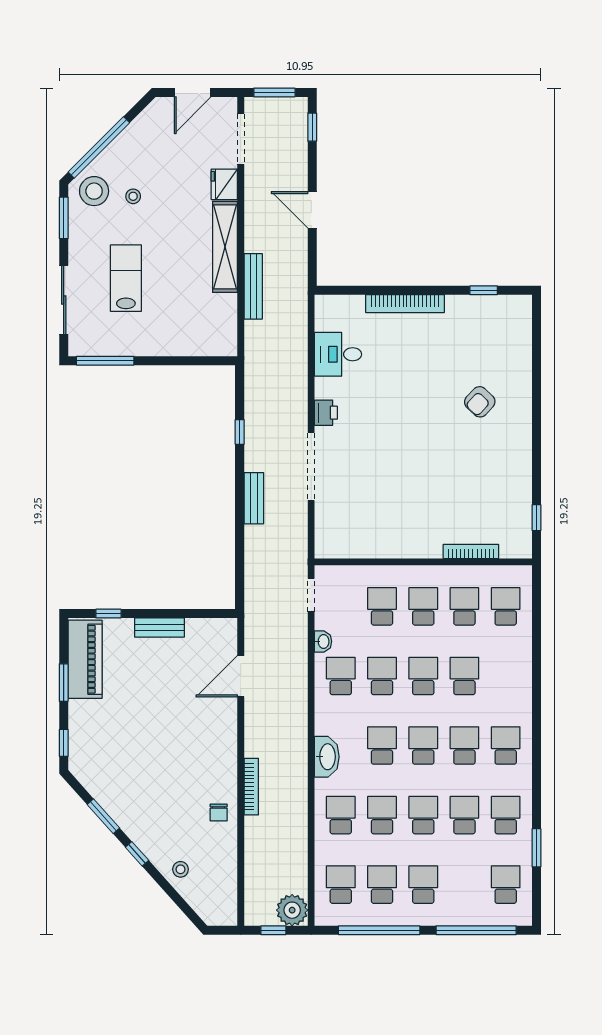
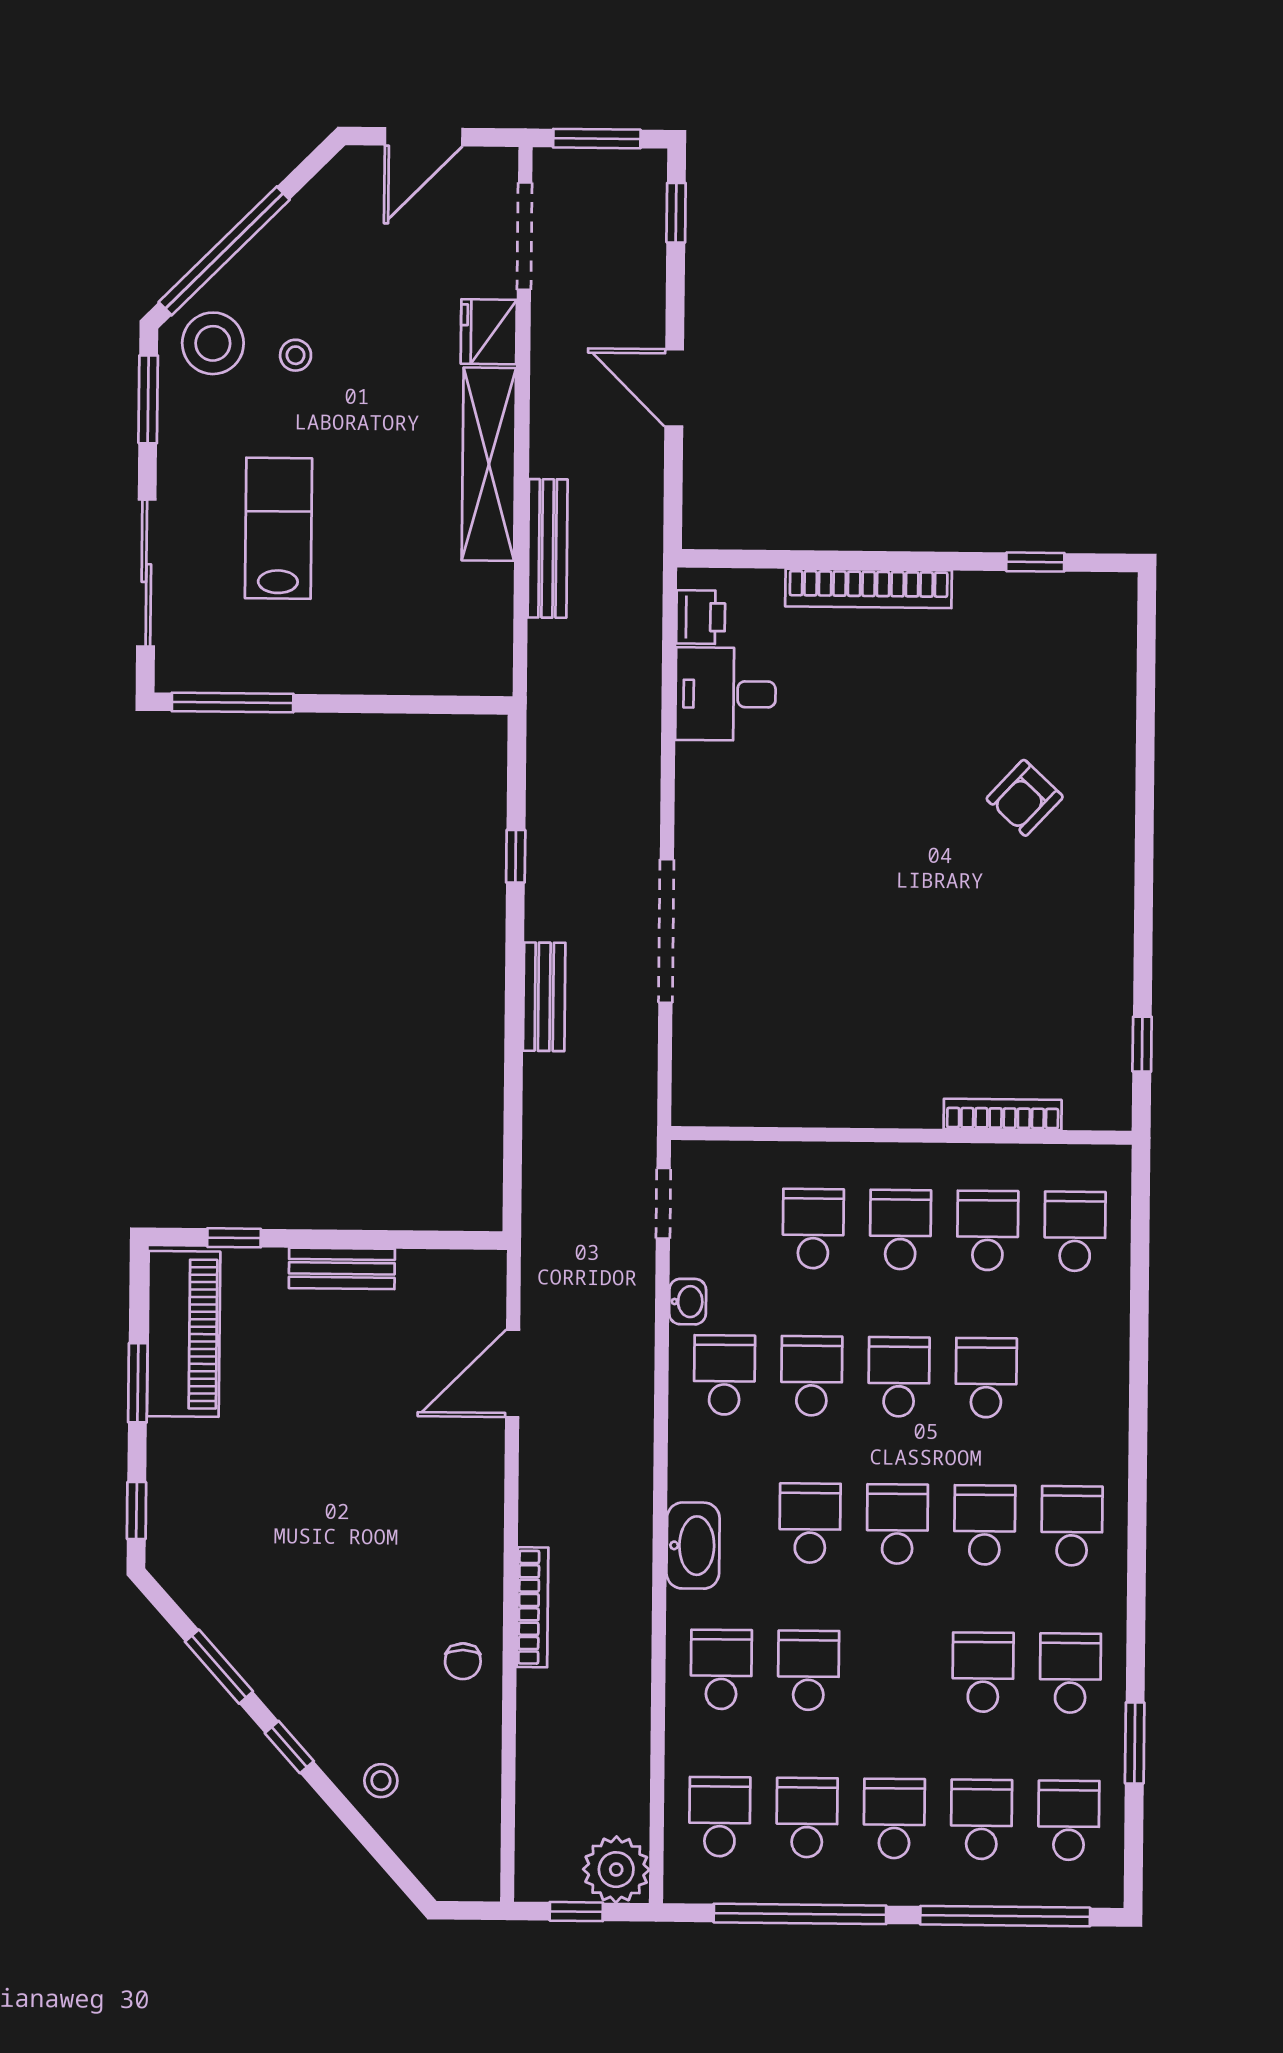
printer: (326, 413) -> (701, 617), moved
school desk: (423, 815) -> (982, 1819), moved

